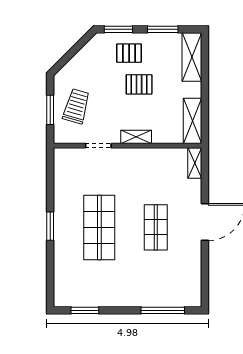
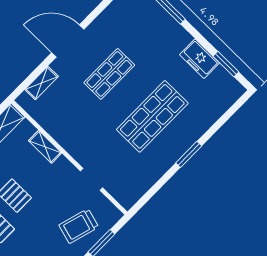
shelving: (136, 137) -> (45, 147), moved
shelving: (195, 163) -> (42, 83), moved
freezer: (106, 297) -> (200, 59), added

